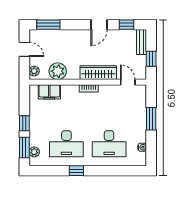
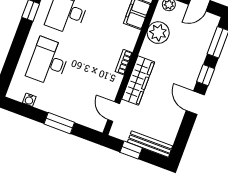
window: (127, 25) -> (206, 75), moved
bench: (142, 42) -> (150, 144), width x1.36
door: (128, 82) -> (114, 112), swing flipped

